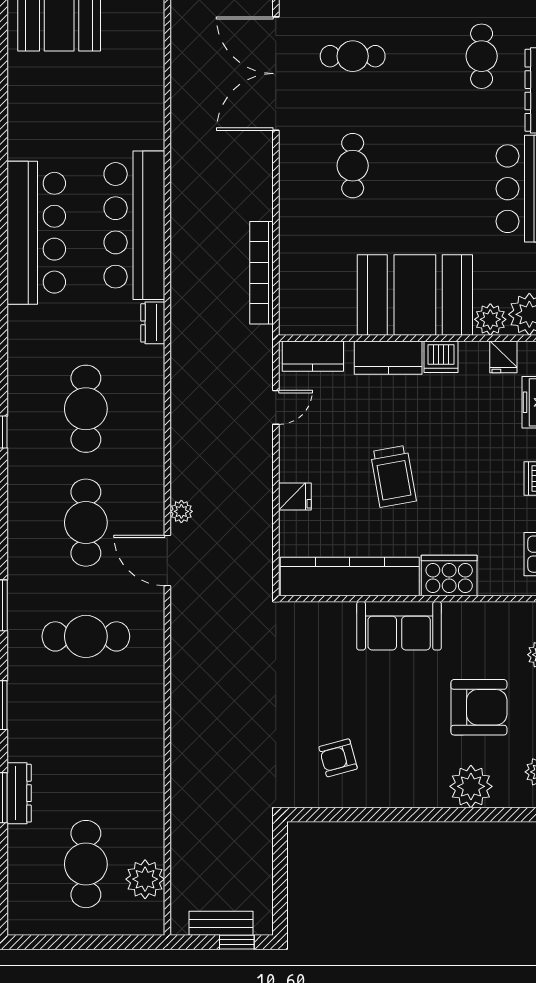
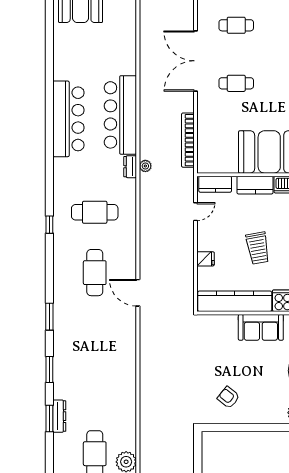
double door: (276, 74) -> (196, 61), moved
cafe table: (353, 166) -> (236, 83), turned 90
cafe table: (86, 409) -> (95, 212), turned 90
plant: (181, 511) -> (145, 166), moved
cafe table: (86, 636) -> (95, 333), removed
armchair: (338, 758) -> (228, 397), turned 54

